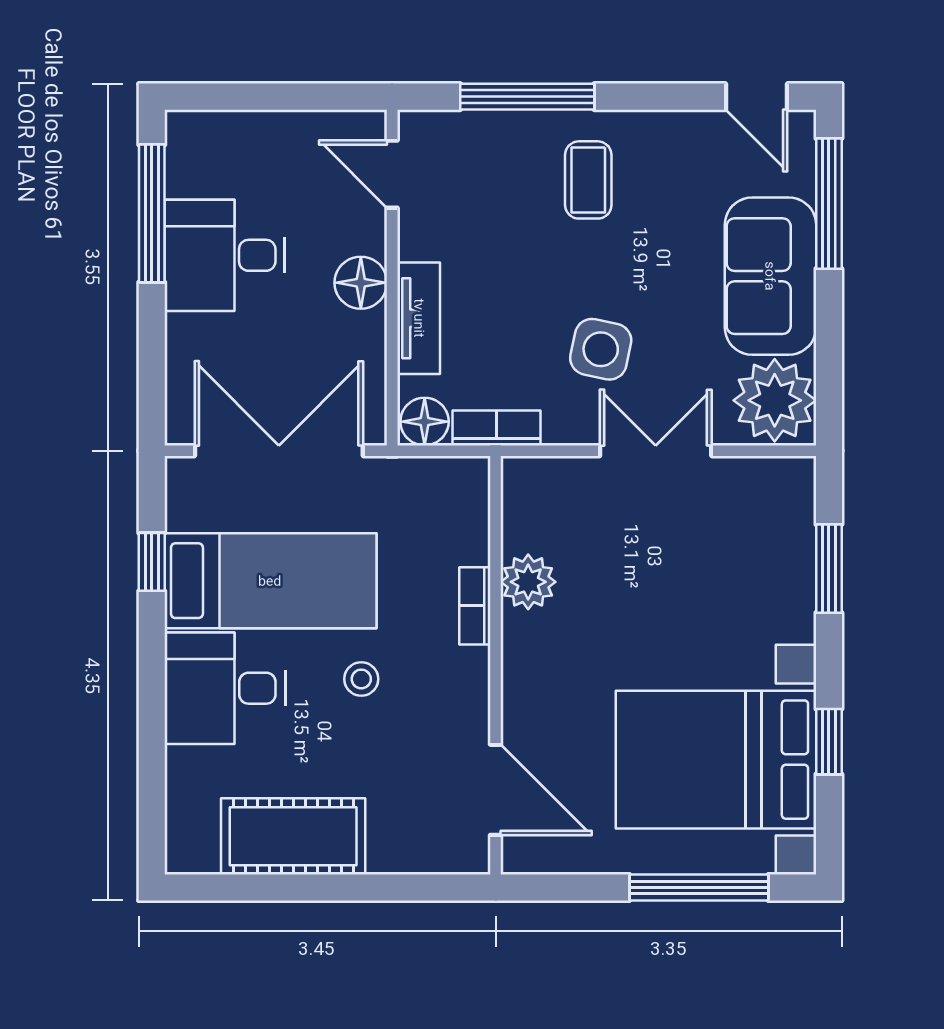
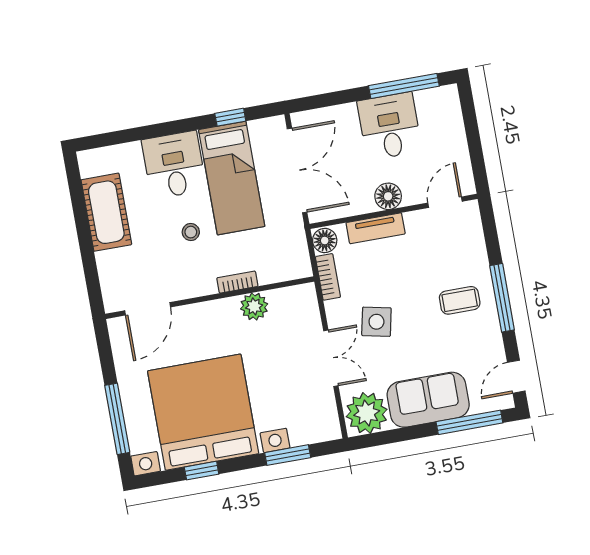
window: (527, 97) -> (502, 298), moved
bed with nightstands: (716, 760) -> (203, 412), width x1.36

